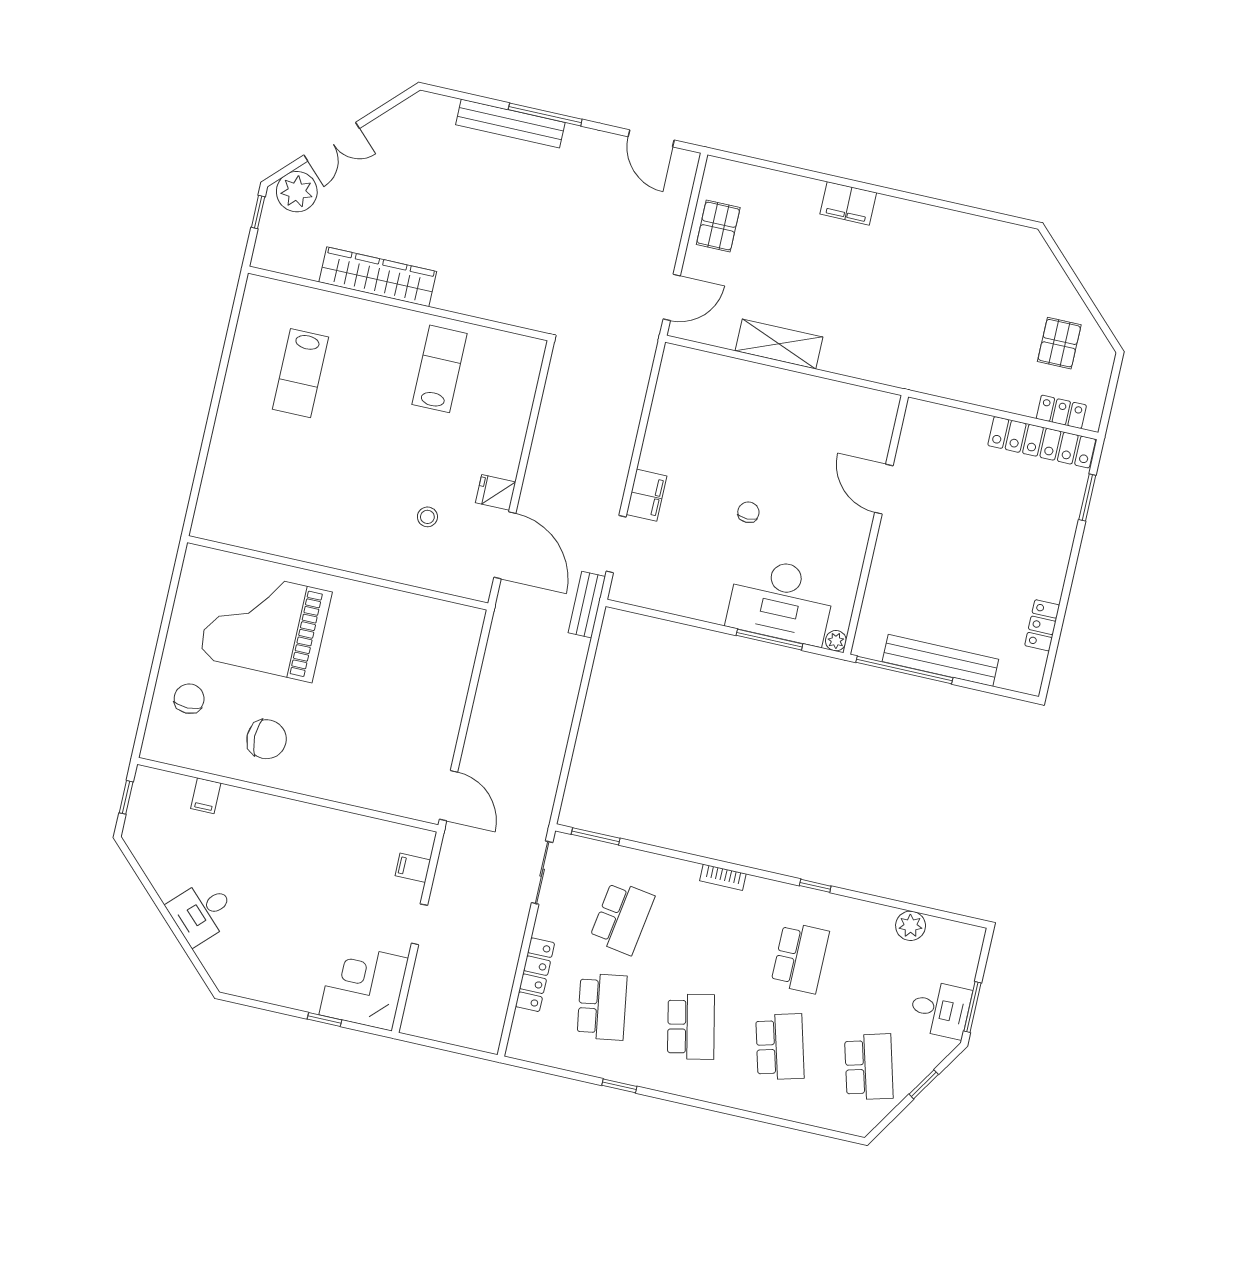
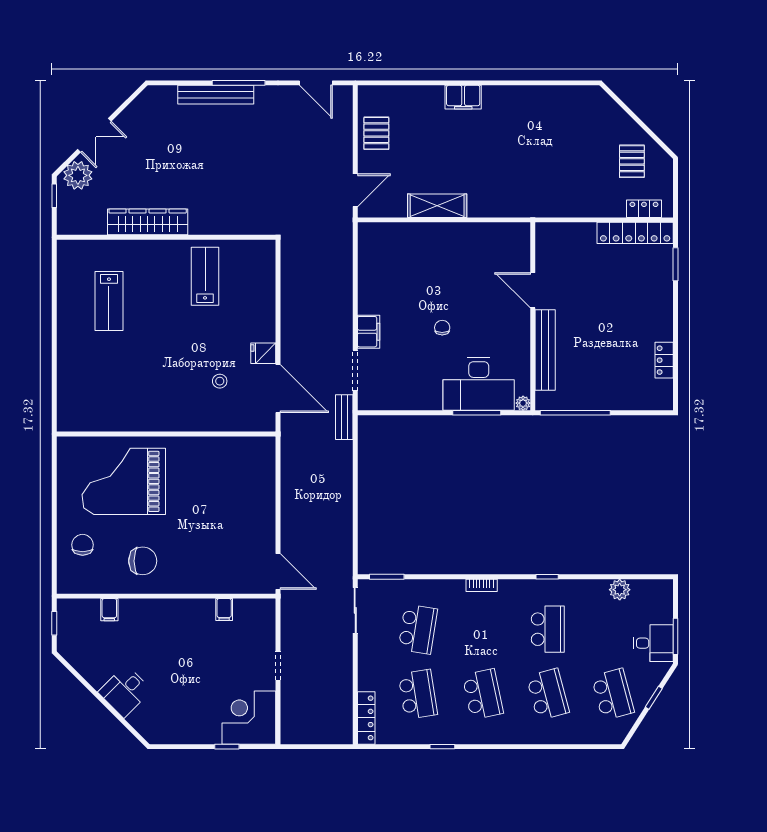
bench: (940, 660) -> (545, 350), moved, turned 90
filing cabinet: (413, 868) -> (224, 610), moved, turned -90
locker: (535, 975) -> (366, 718), moved

